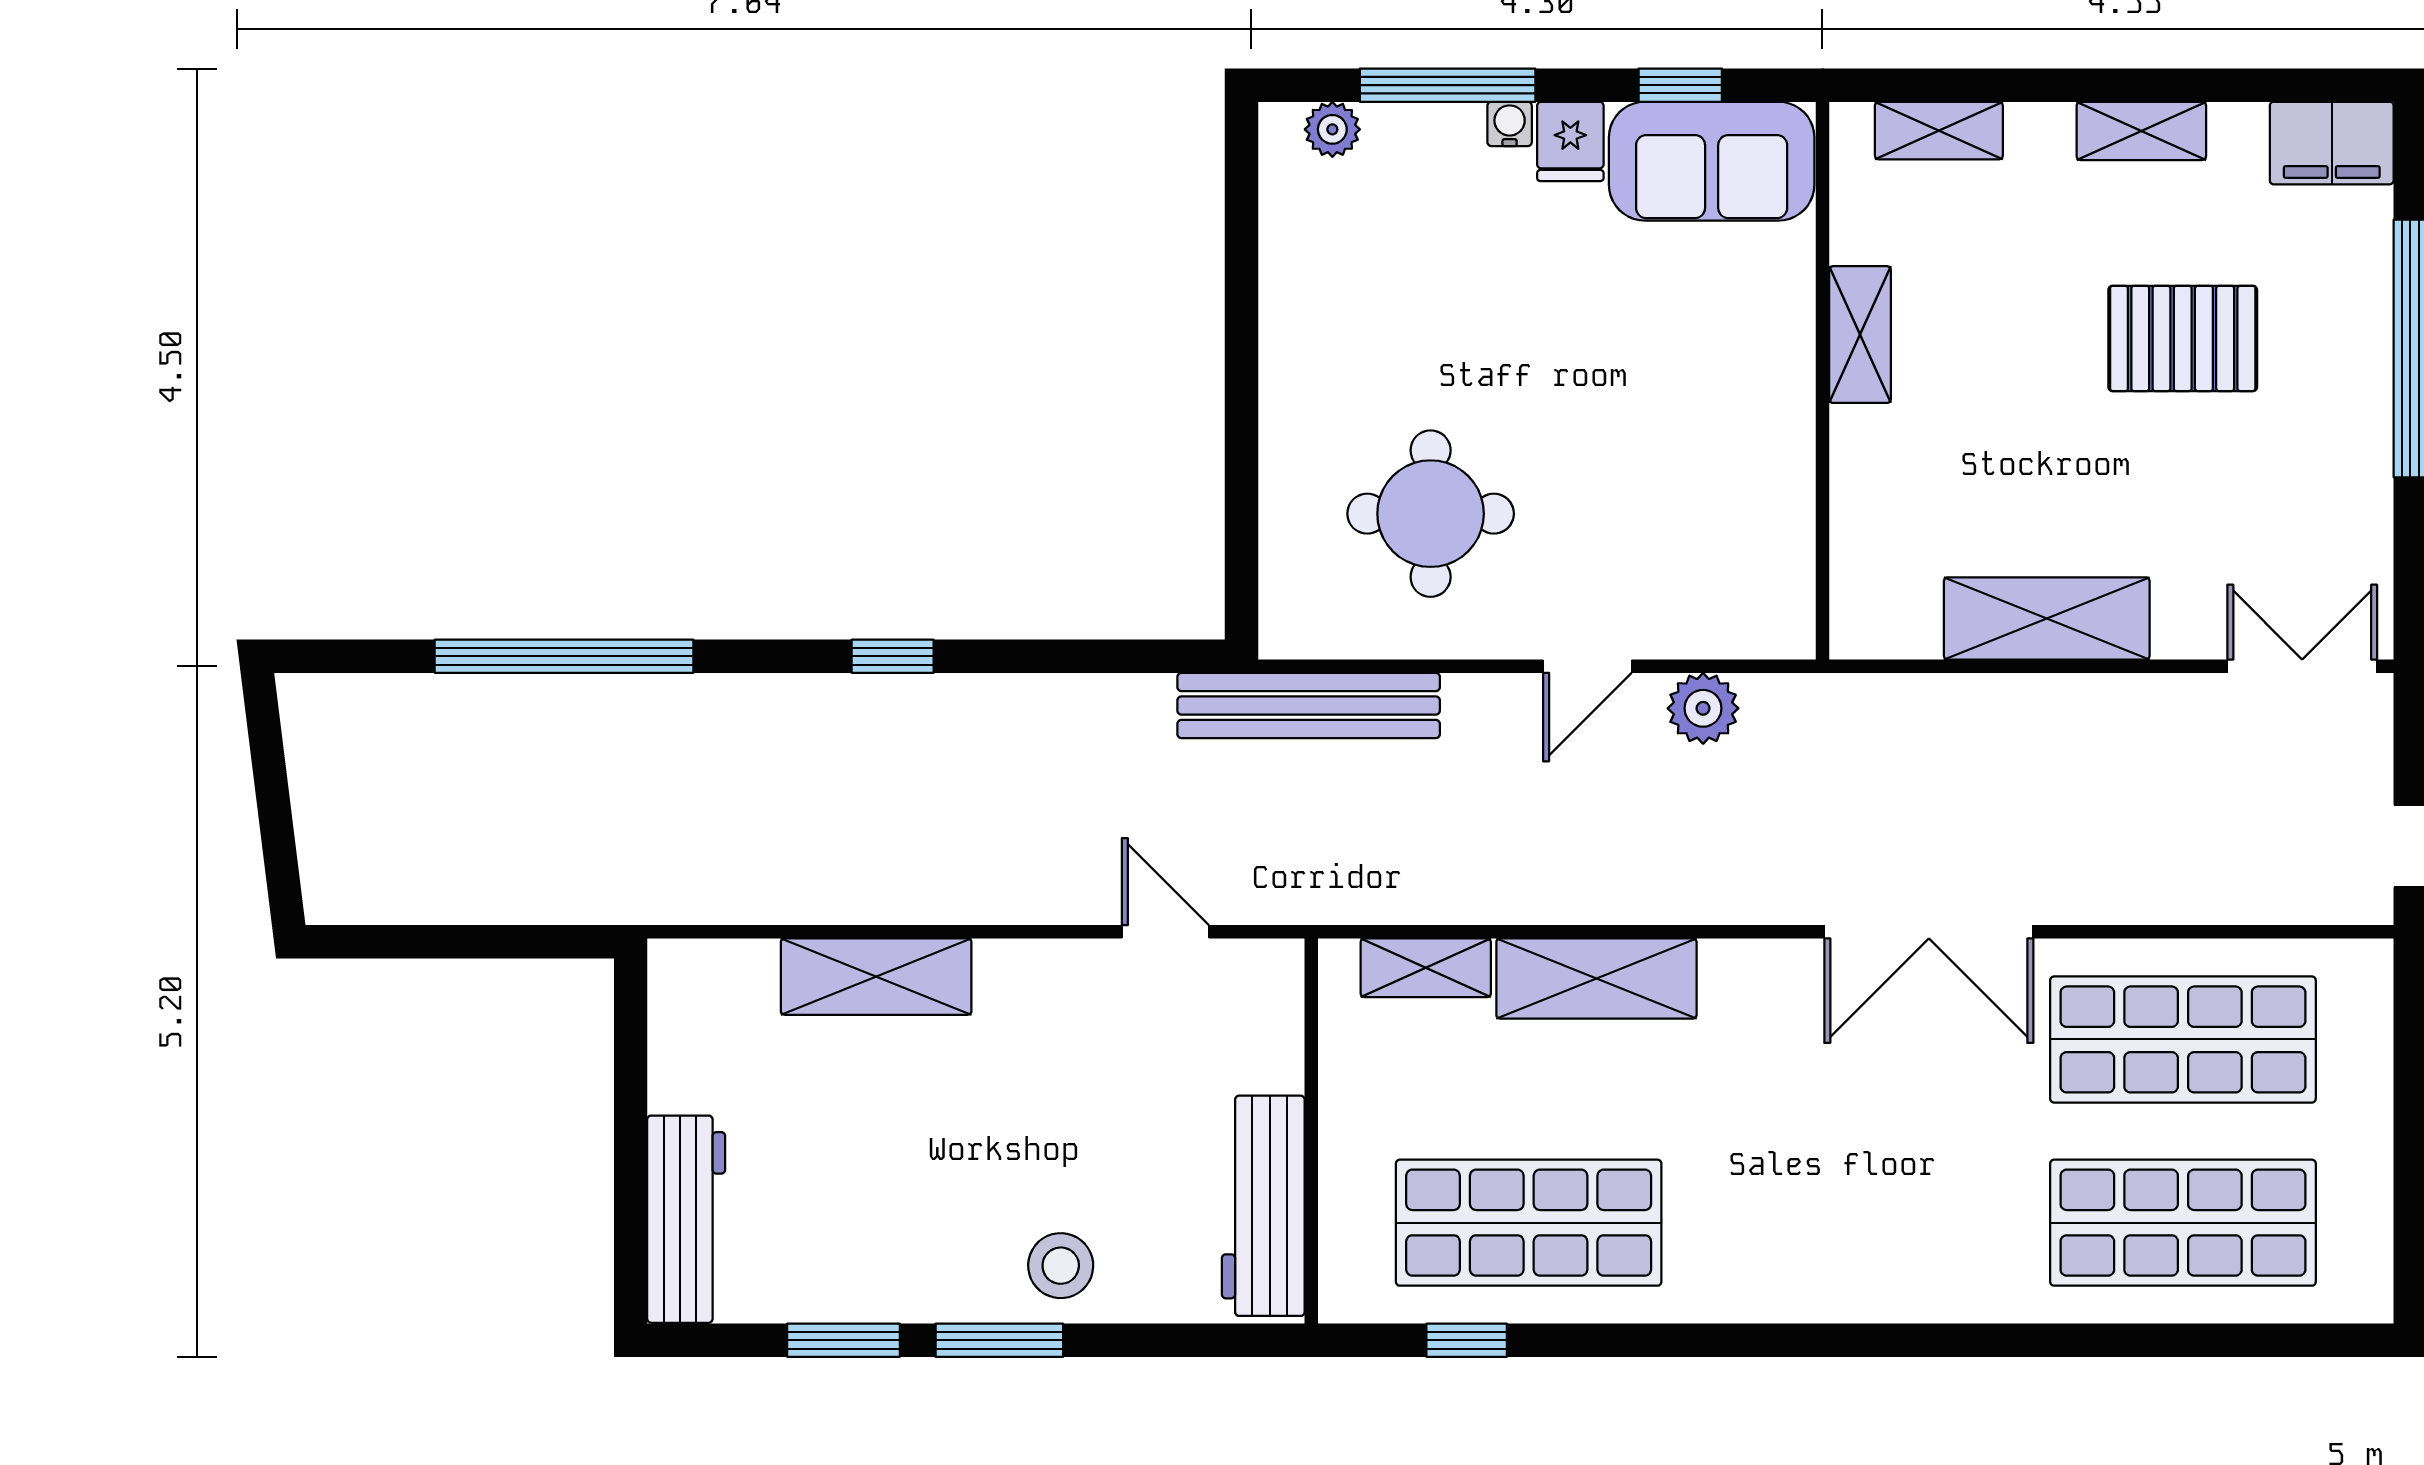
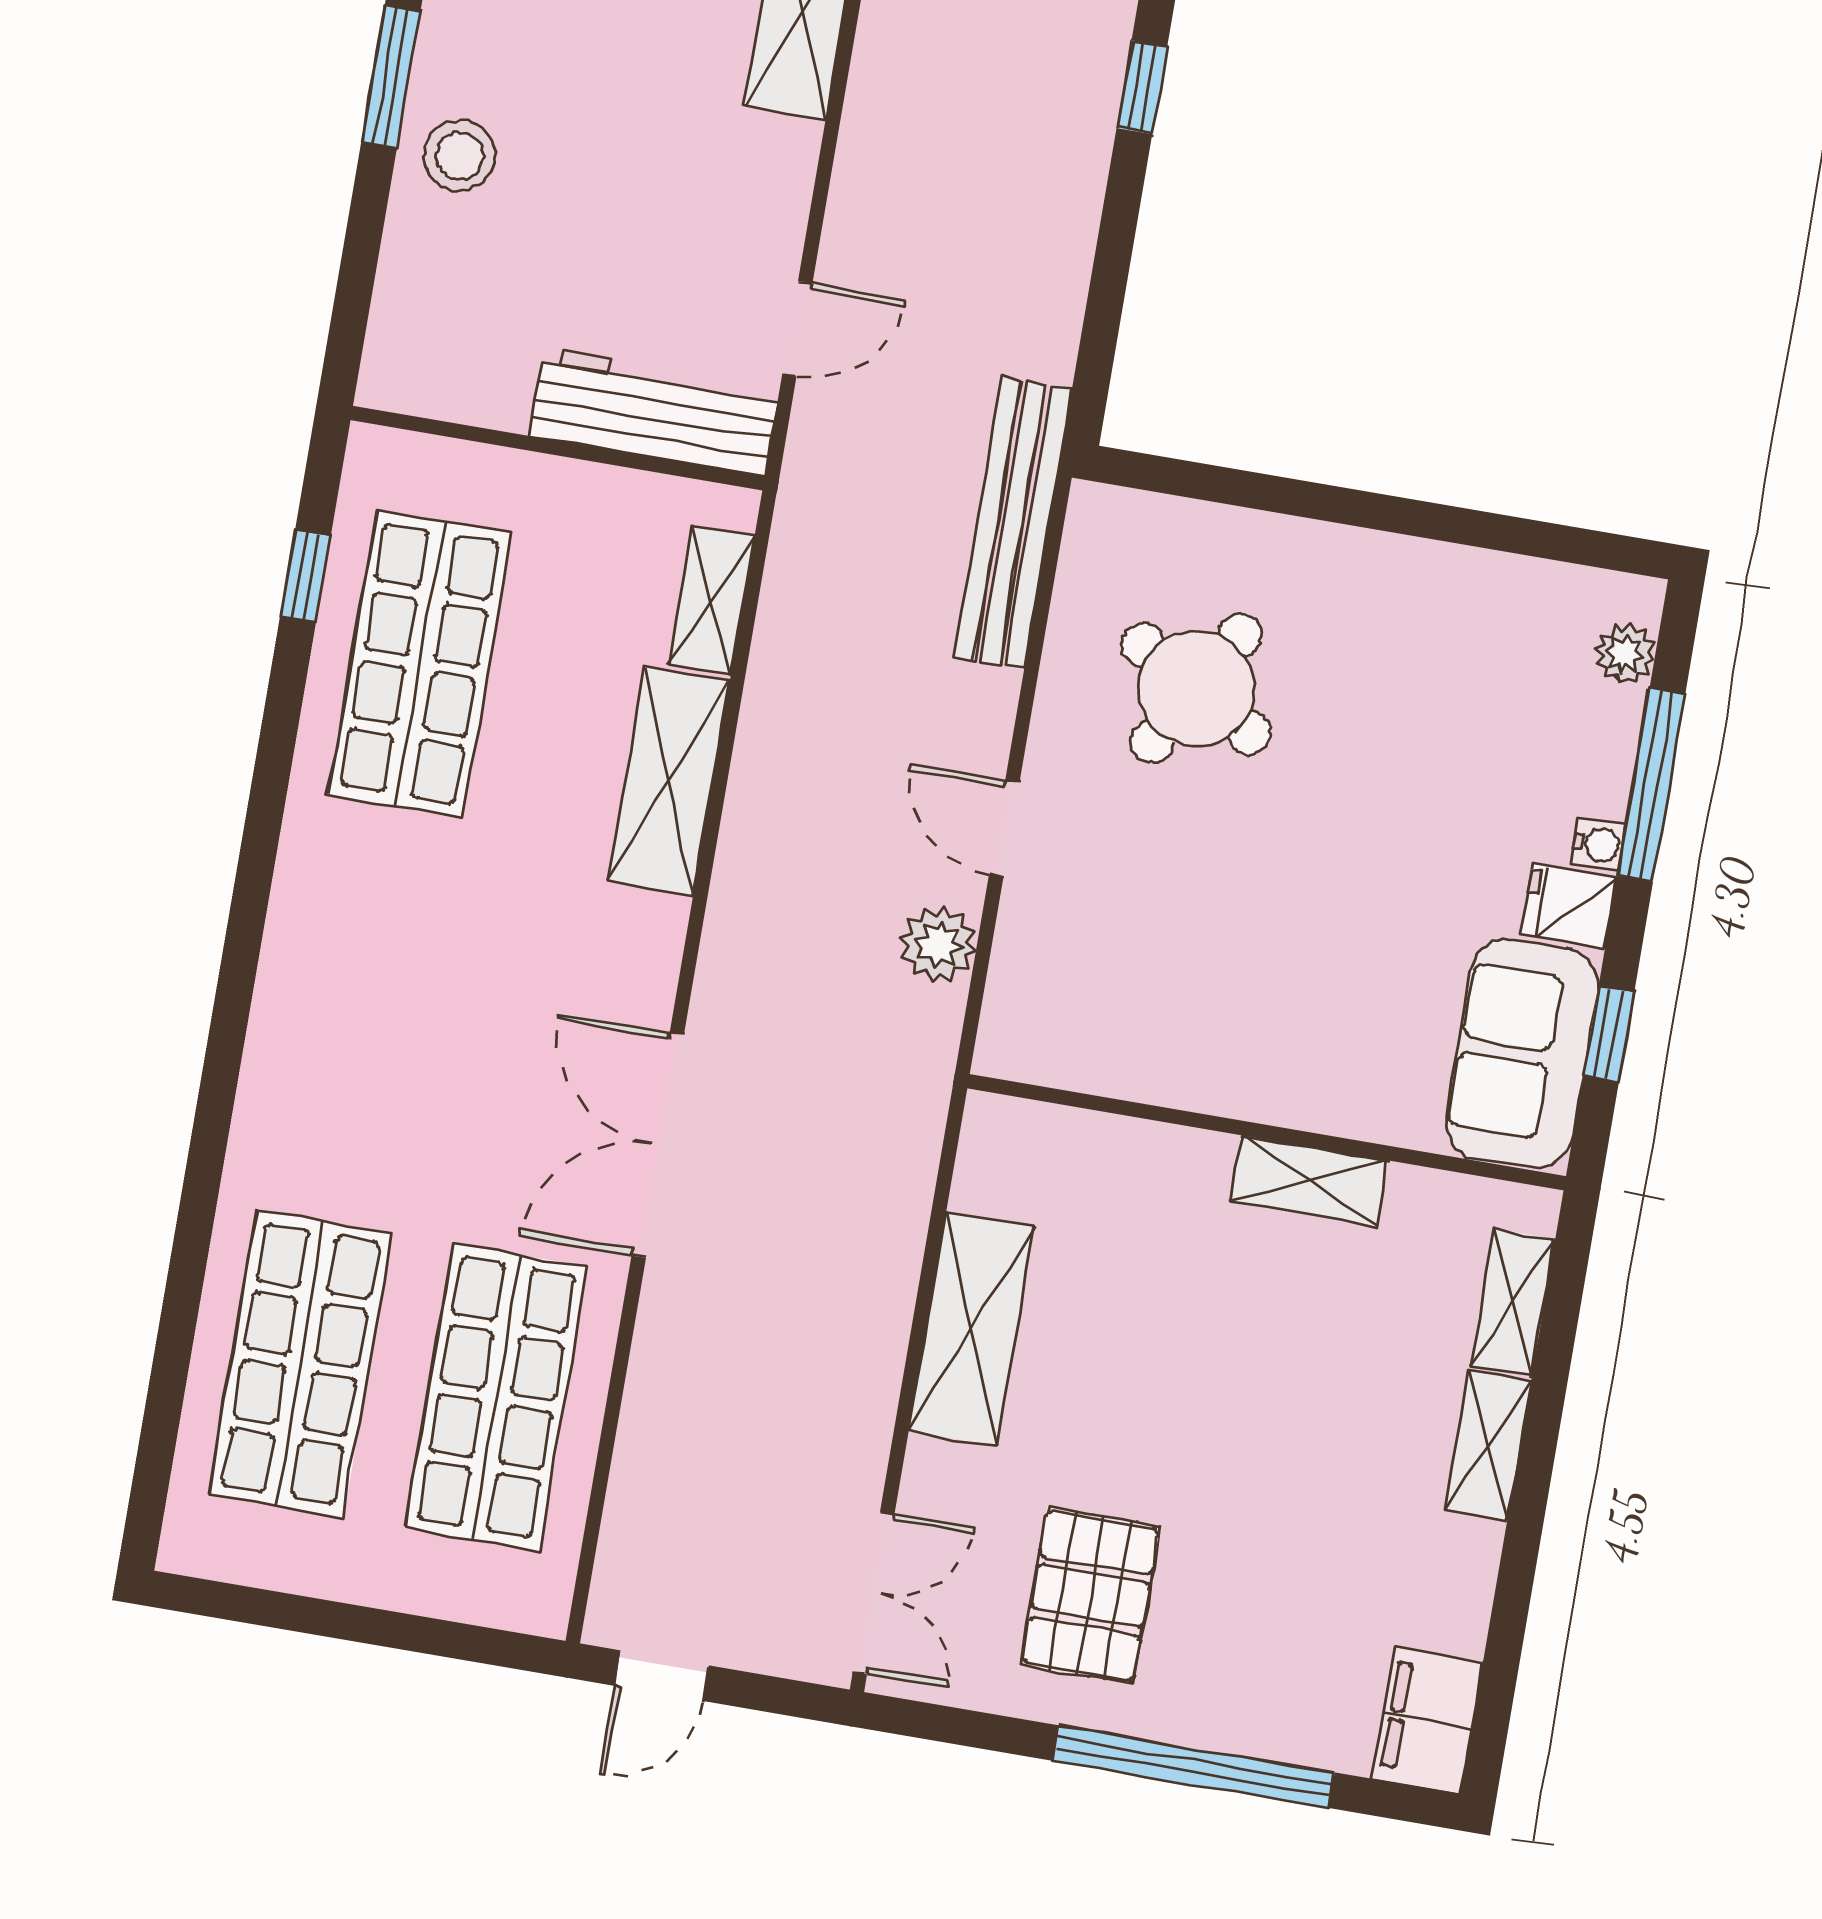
shelving: (2141, 131) -> (1488, 1445), moved
pallet: (2183, 338) -> (1090, 1596), moved
round table: (1431, 514) -> (1196, 689), turned 30
workbench: (1263, 1206) -> (655, 412), moved

